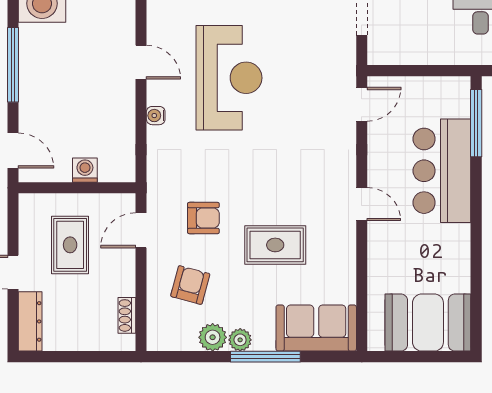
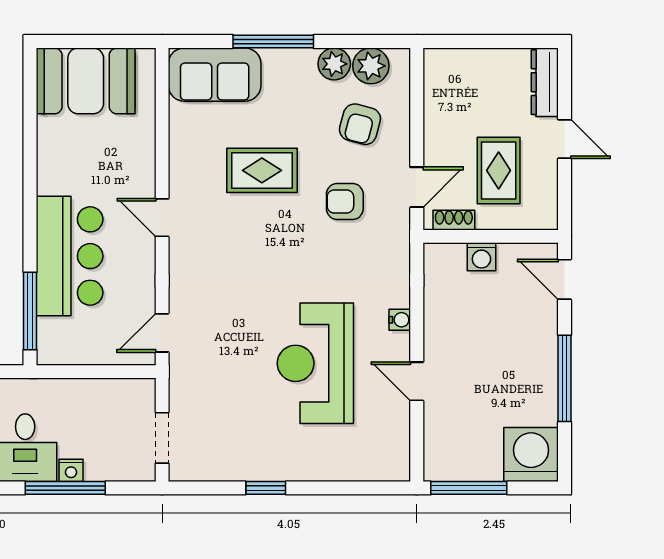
shoe rack: (127, 315) -> (454, 220), moved, turned -90
plant: (240, 340) -> (371, 66), moved, width x1.38, depth x1.38

